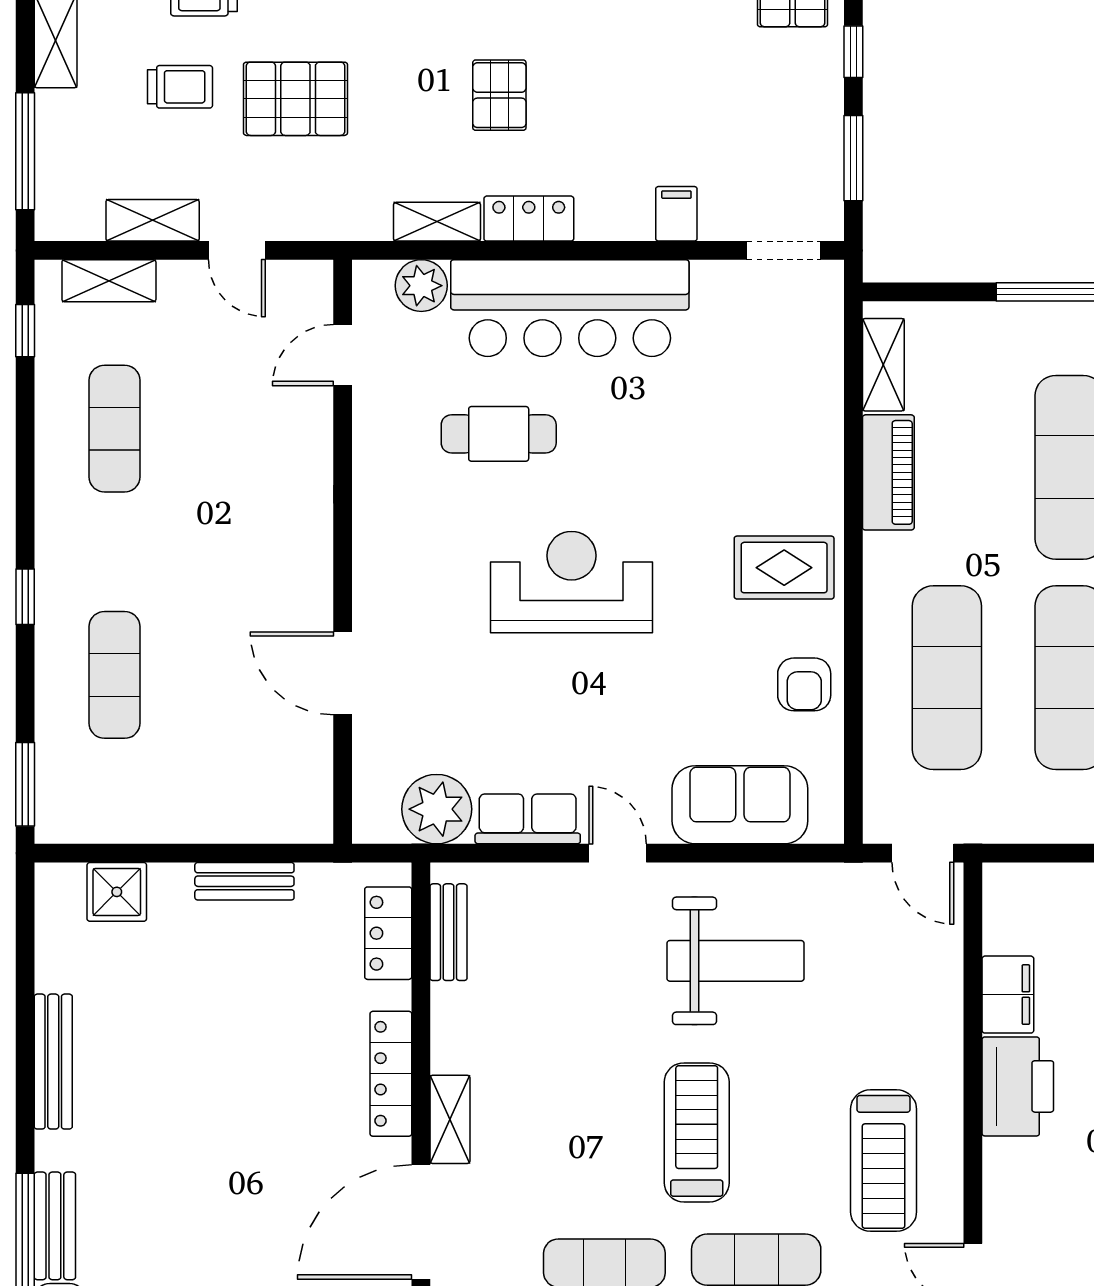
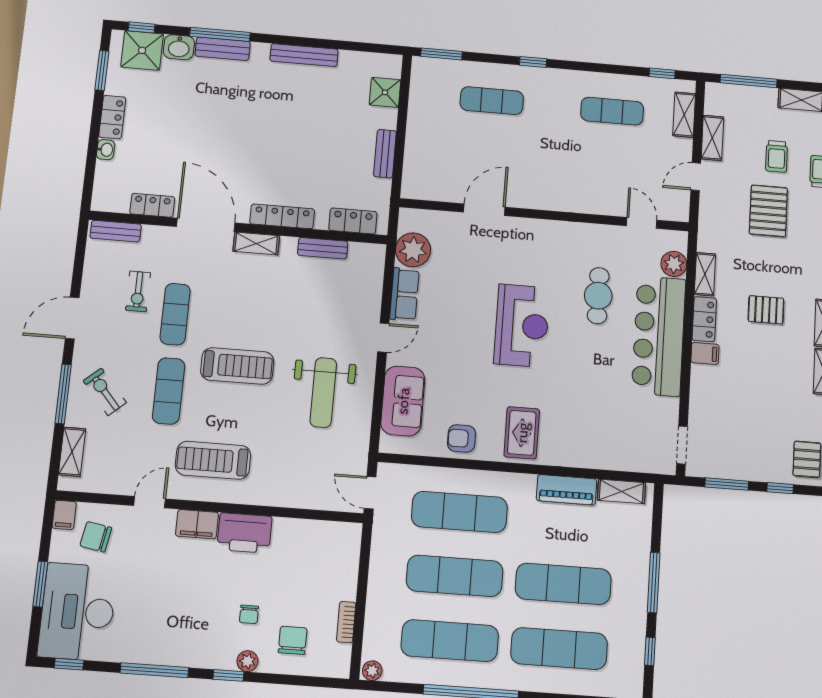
filing cabinet: (676, 214) -> (705, 353), moved
door: (923, 853) -> (370, 493), hinge flipped
bench: (449, 932) -> (323, 248), moved
filing cabinet: (1008, 995) -> (197, 524), moved

